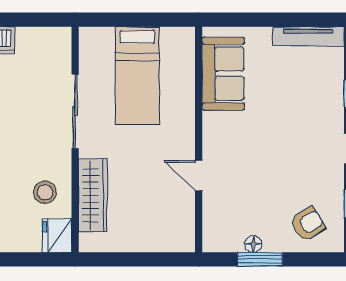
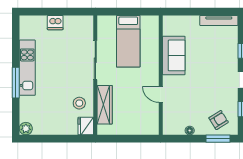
sofa: (223, 74) -> (174, 55), moved
window: (260, 259) -> (218, 139), moved

